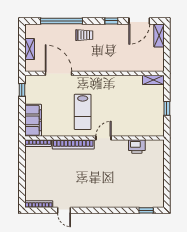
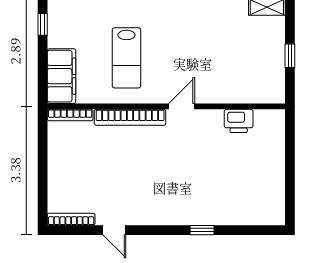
lab bench: (83, 112) -> (126, 58), moved
window: (146, 210) -> (202, 230), moved

